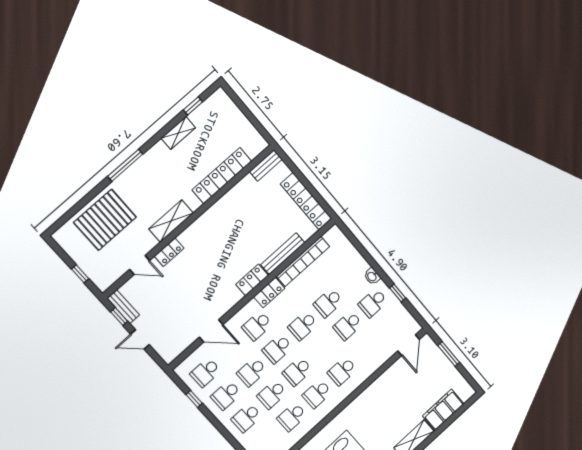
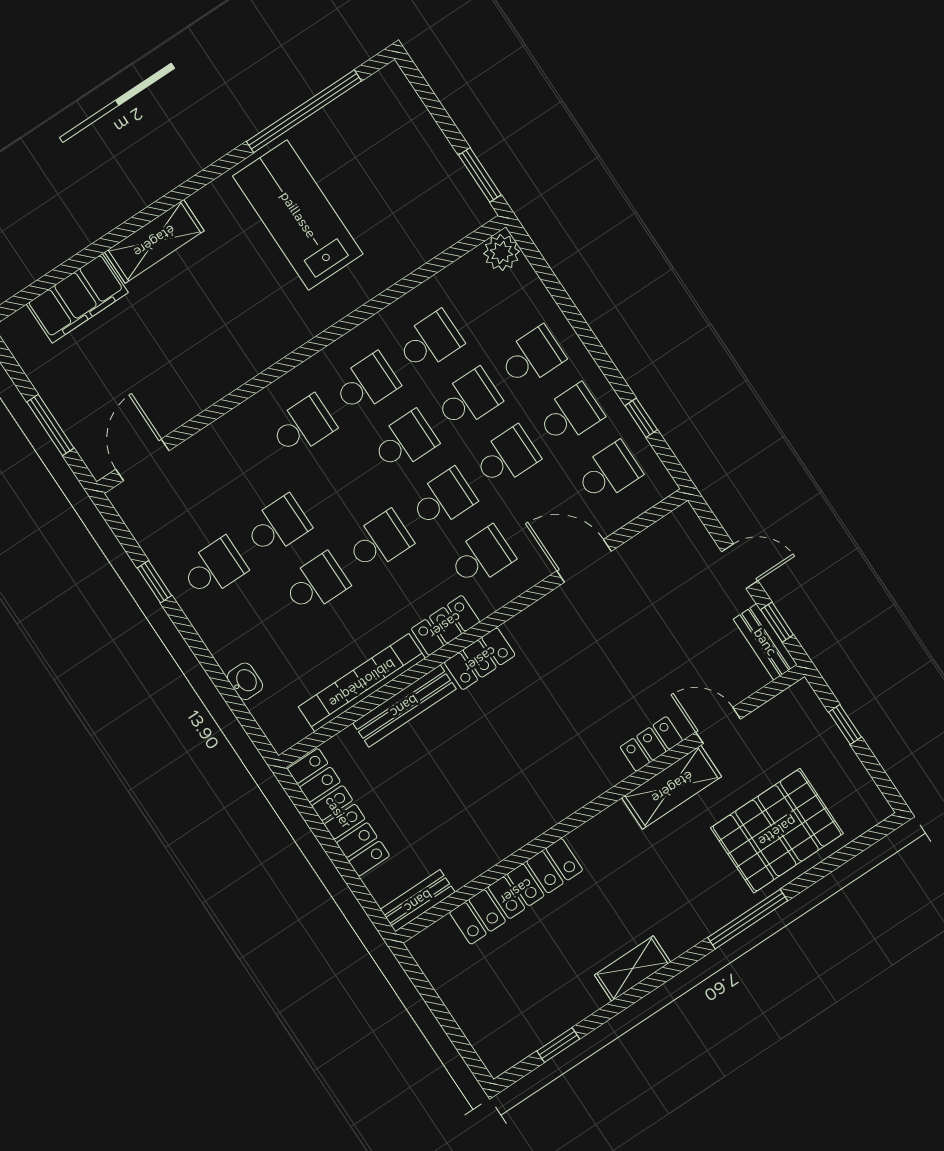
shelving: (178, 133) -> (633, 969), moved
window: (125, 165) -> (748, 919), moved
shelving: (171, 221) -> (672, 787), moved
washbasin: (372, 276) -> (245, 681), moved

